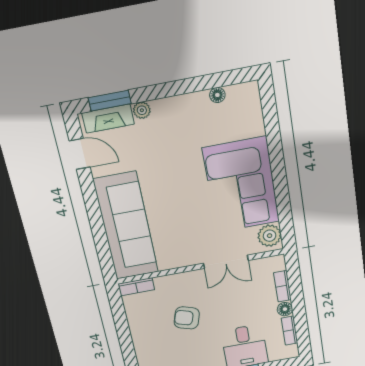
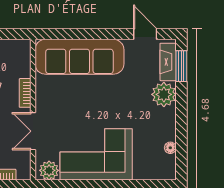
plant: (142, 110) -> (164, 94), width x1.88, depth x1.88
door: (80, 154) -> (145, 34), swing flipped
bookcase: (136, 287) -> (25, 93), moved

